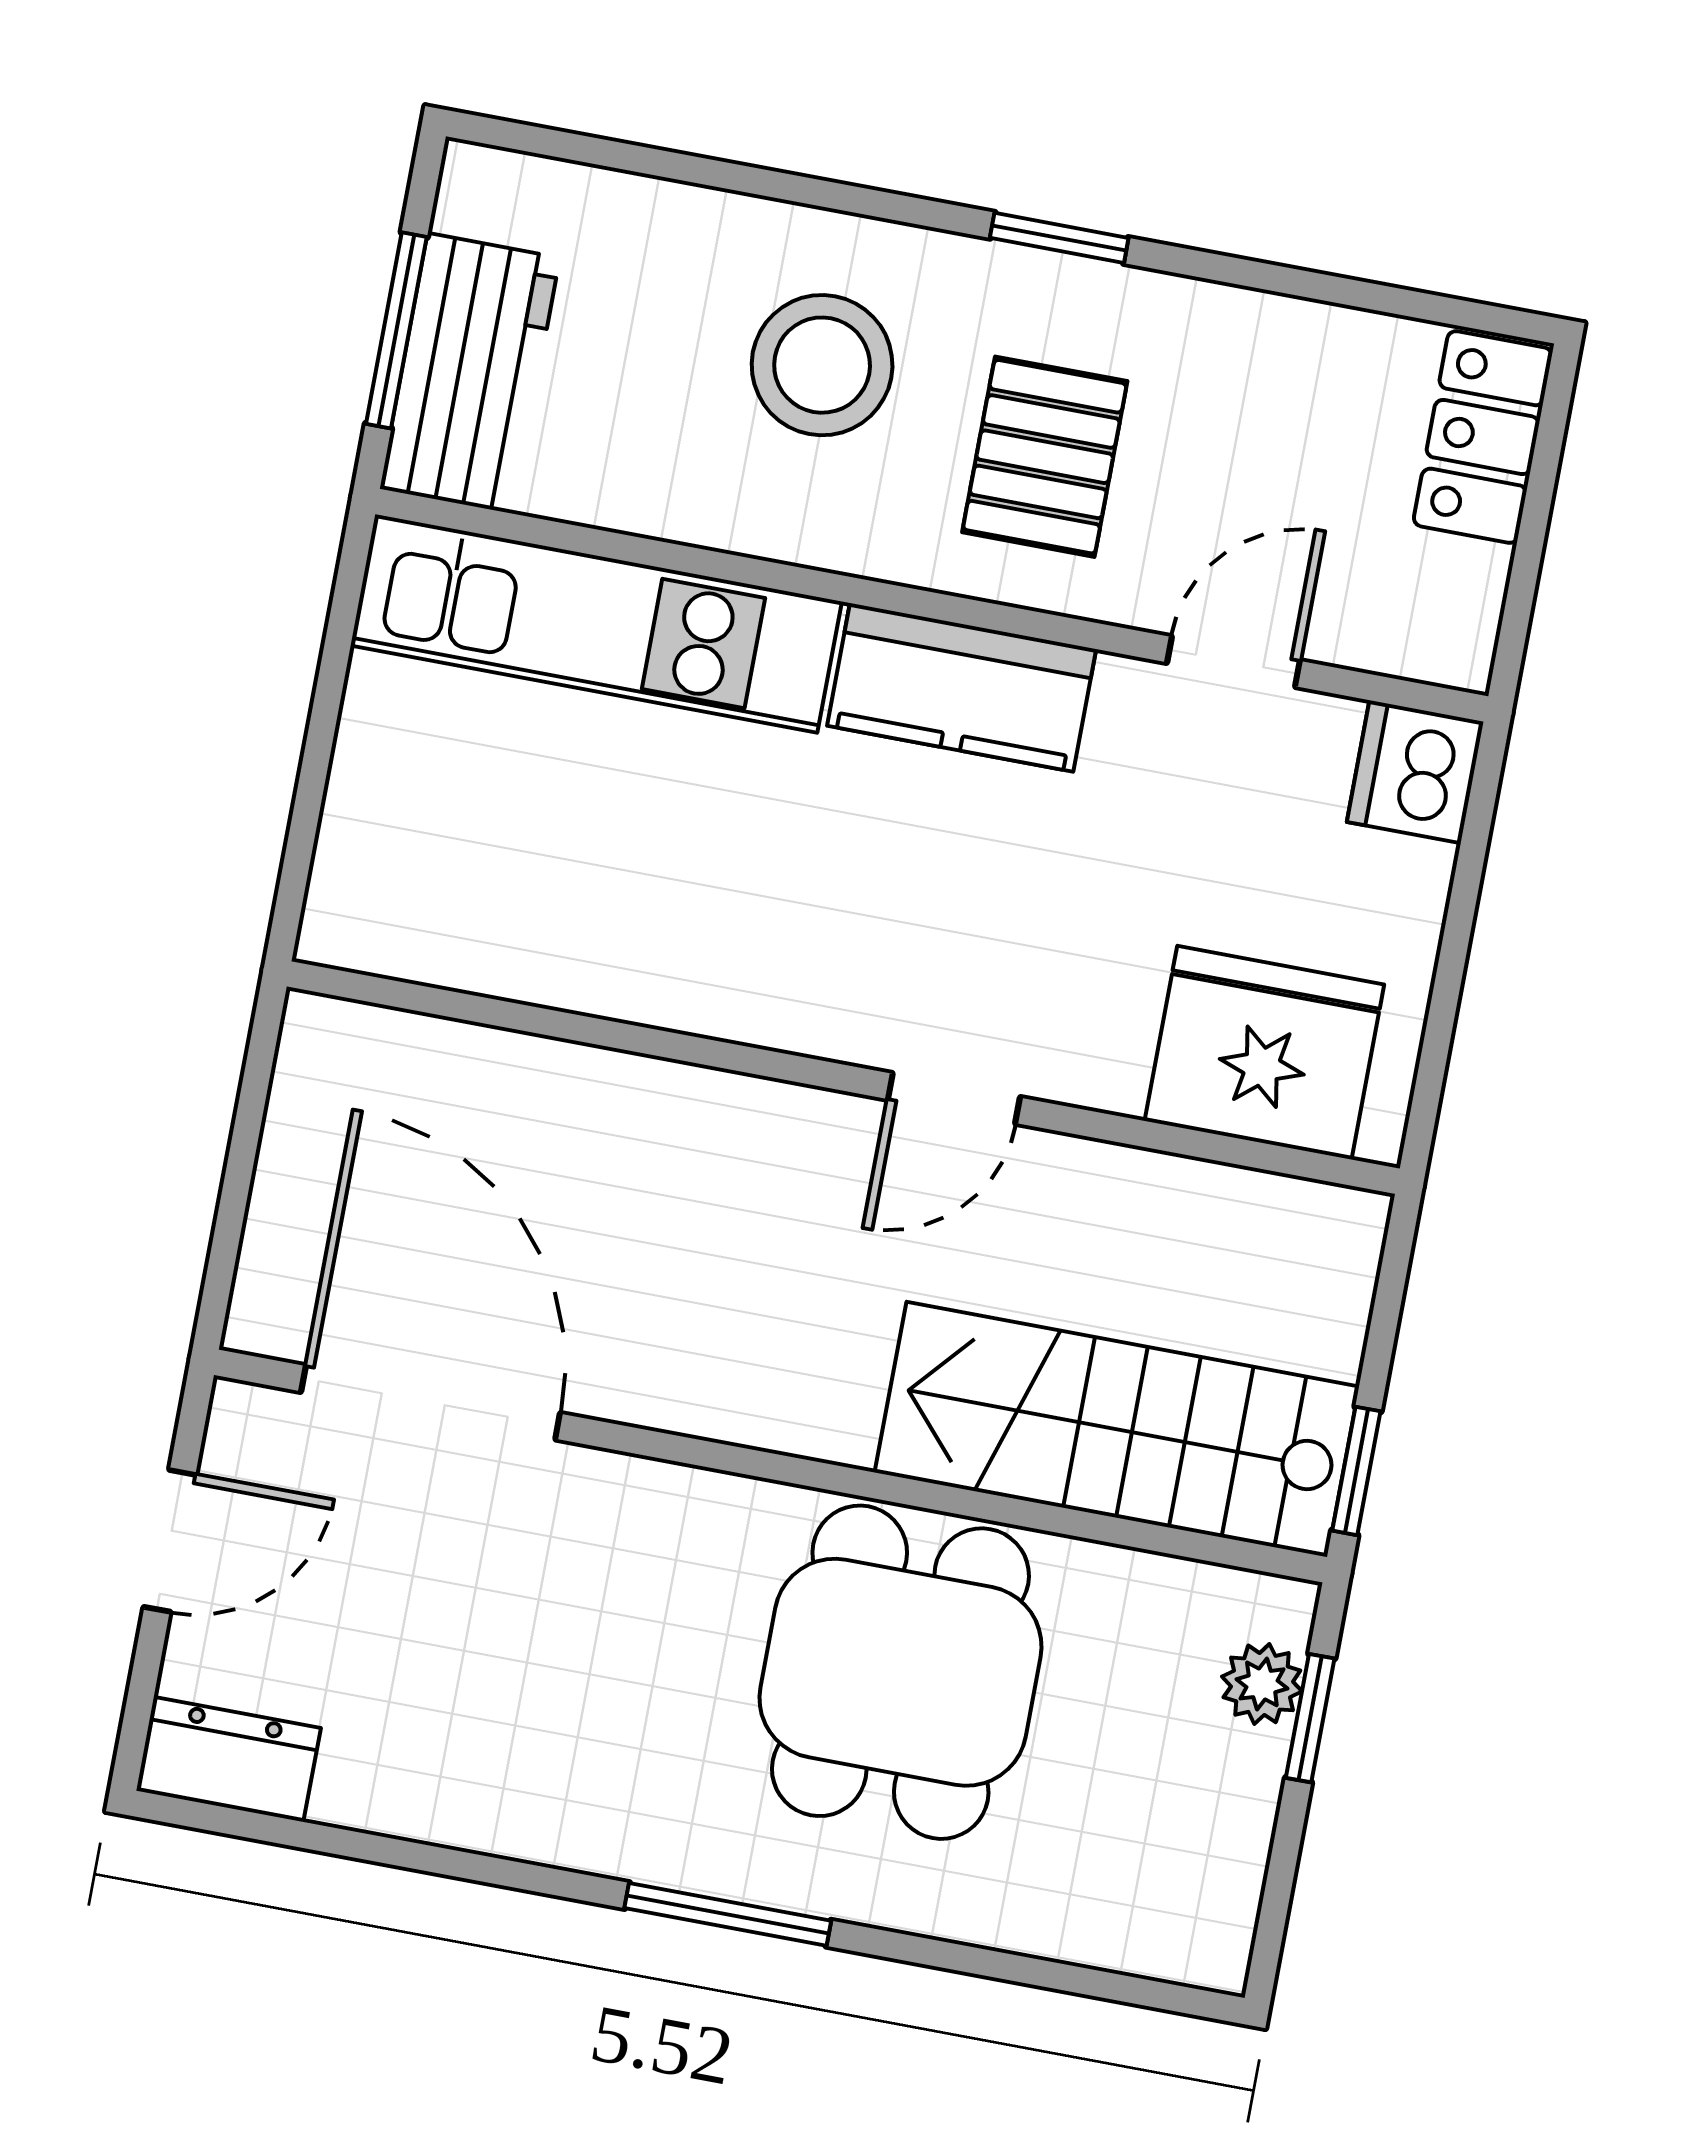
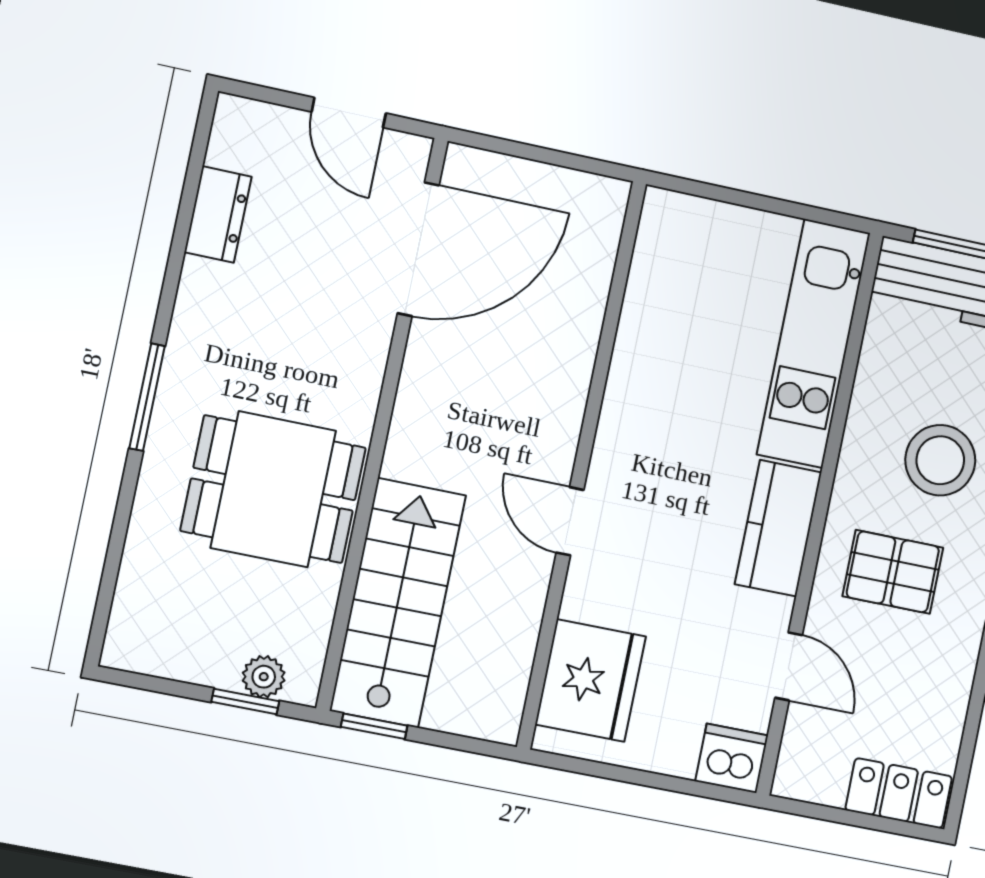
dresser: (228, 1759) -> (218, 214), moved

